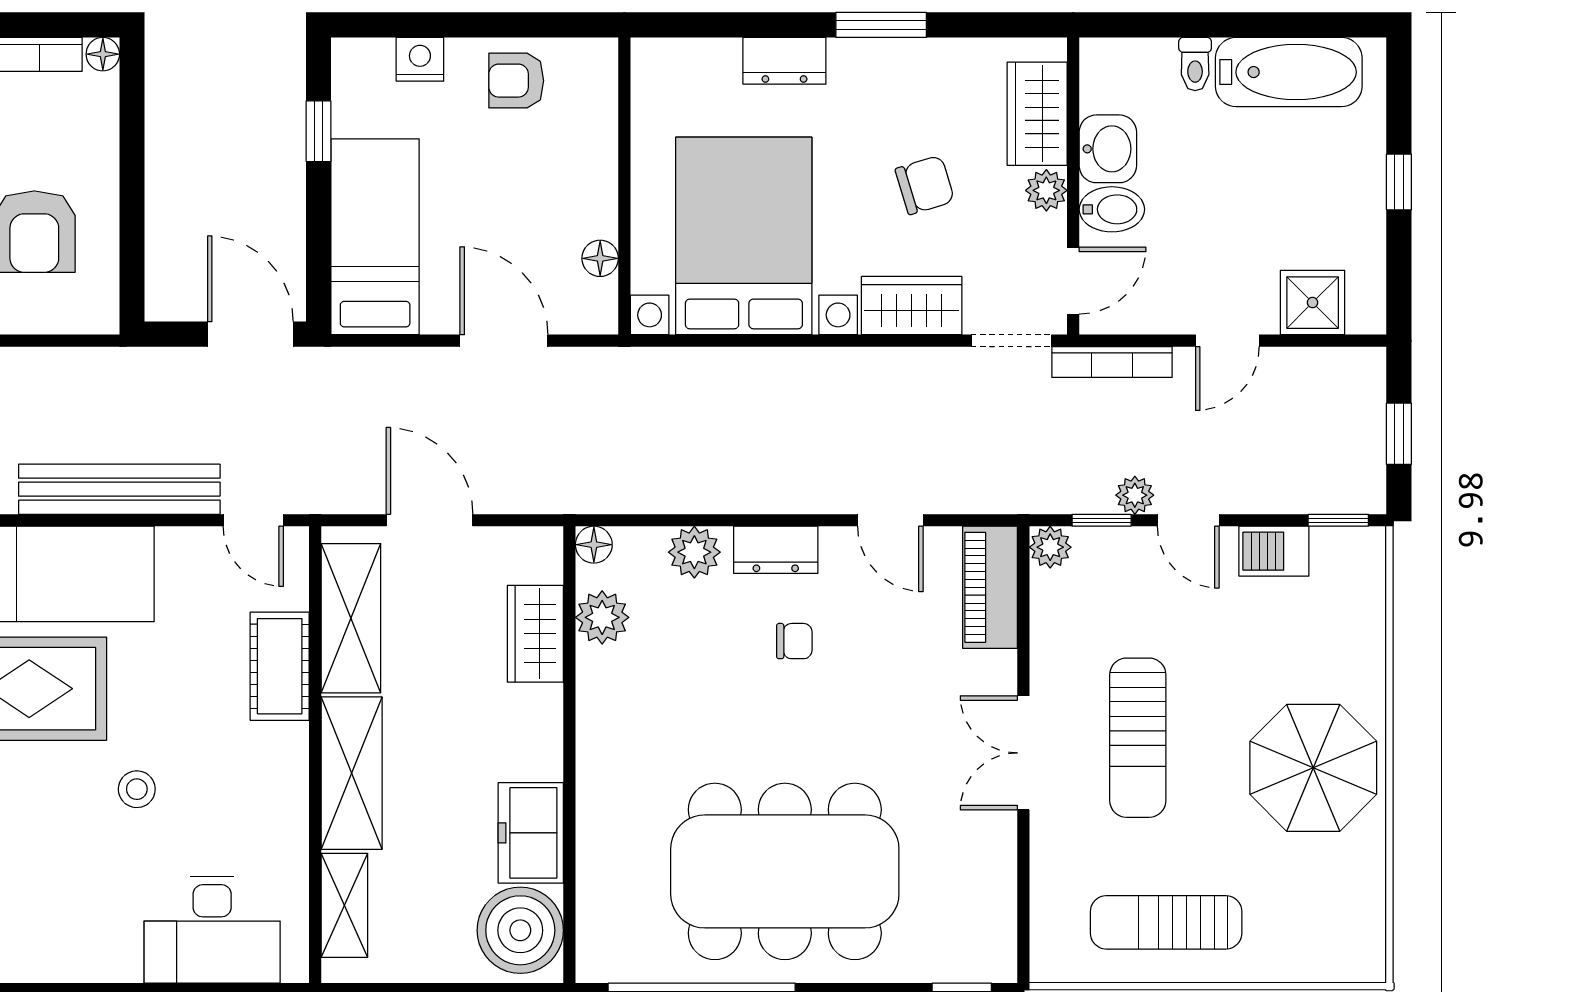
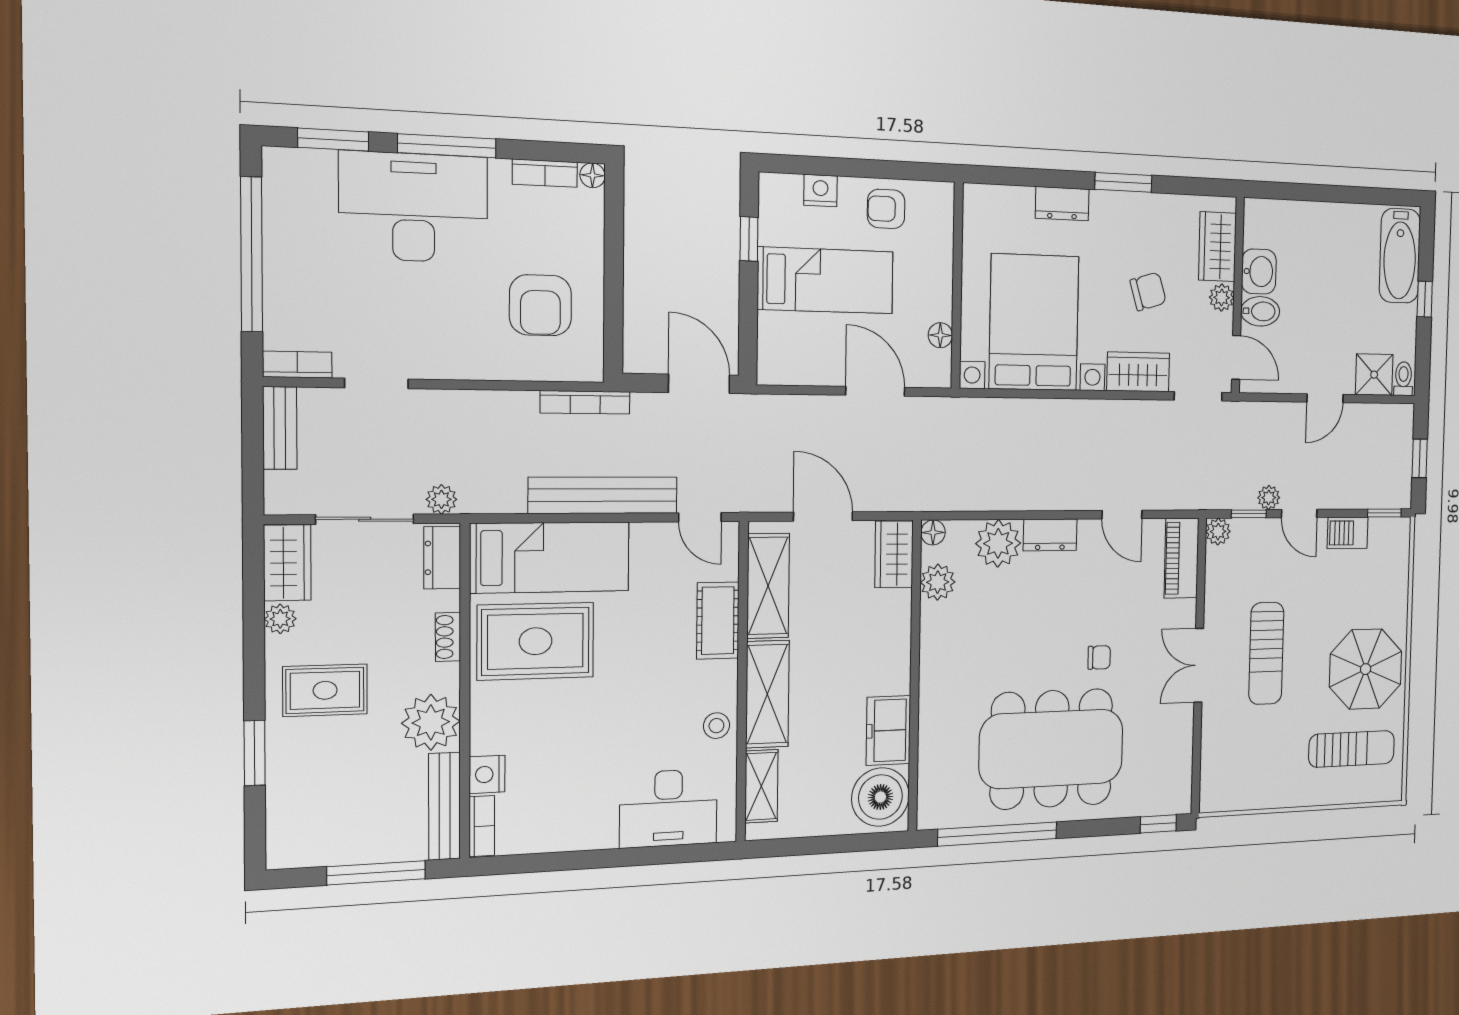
toilet: (1195, 64) -> (1403, 379), moved, turned 180
bathtub: (1289, 72) -> (1400, 256), moved, turned 90
bed: (375, 237) -> (826, 280), moved, turned 90
door: (1073, 281) -> (1236, 357), hinge flipped
bookcase: (1112, 362) -> (585, 402), moved
plant: (694, 552) -> (998, 543), width x1.36, depth x1.36
wardrobe: (535, 634) -> (894, 554), moved
chair: (794, 641) -> (1099, 657), moved
stool: (137, 789) -> (716, 726), moved
sun lounger: (1166, 922) -> (1352, 749), moved, turned 180

